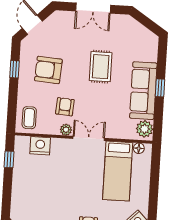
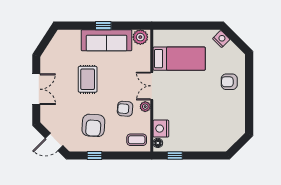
rug: (101, 67) -> (88, 79), turned 90
floor lamp: (139, 148) -> (158, 143), moved

